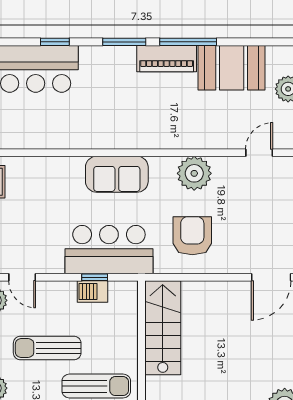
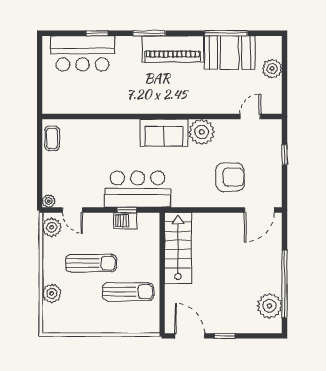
window: (188, 42) -> (226, 33), moved
piano: (167, 59) -> (173, 49), width x1.37, depth x1.33
sofa: (117, 174) -> (164, 133), moved
armchair: (192, 236) -> (230, 177), moved, turned 90
sun lounger: (47, 348) -> (91, 263), turned 180

